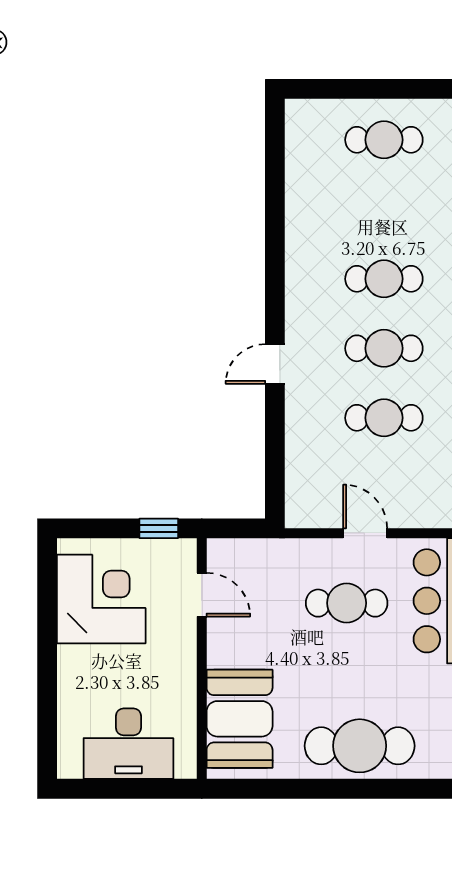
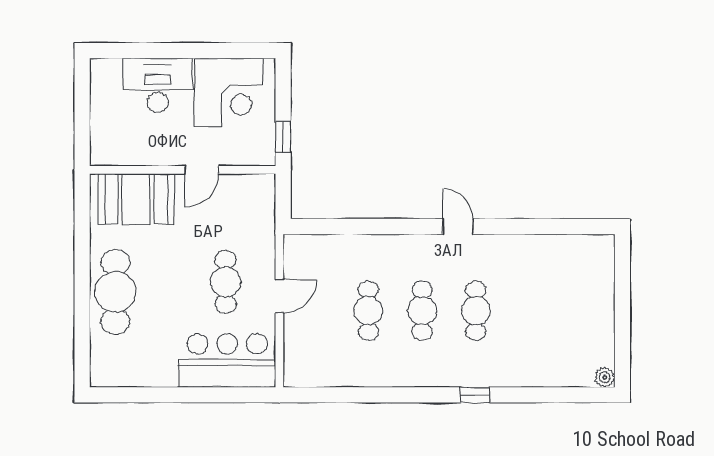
cafe table: (384, 140) -> (583, 311), removed
door: (275, 364) -> (458, 226), moved
door: (202, 595) -> (202, 170), moved
desk: (128, 744) -> (158, 85), moved, turned 90

